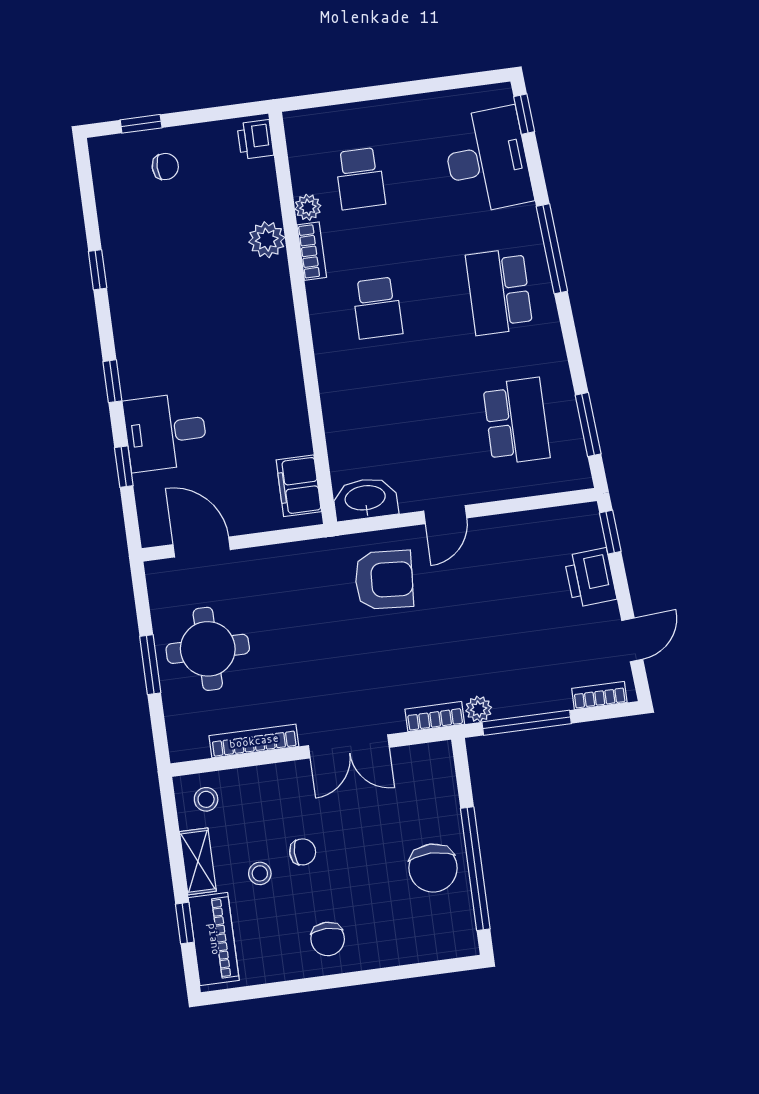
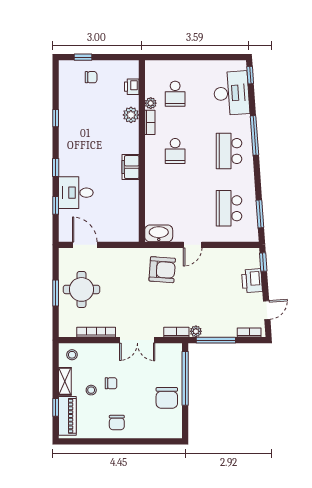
printer: (255, 139) -> (132, 87), moved
school desk: (516, 421) -> (229, 208), turned 180
filing cabinet: (299, 486) -> (131, 167), moved
window: (475, 869) -> (185, 378), moved

